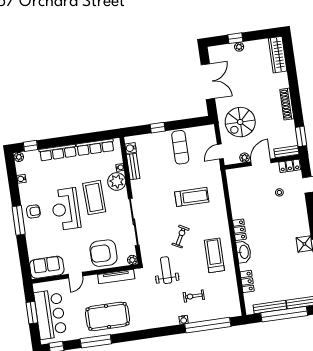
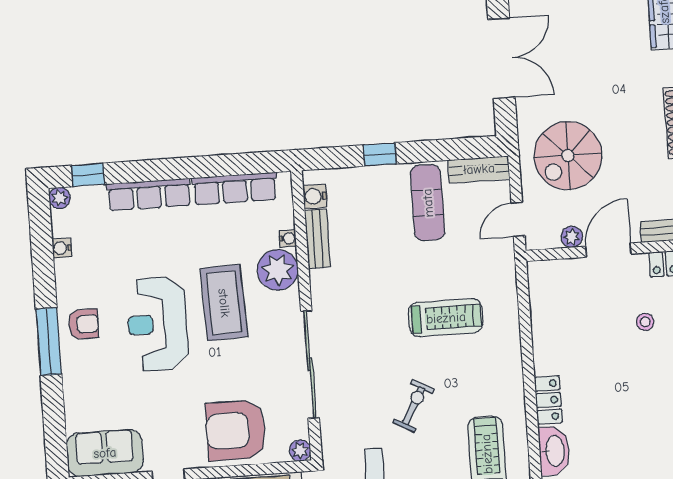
bench: (202, 131) -> (479, 169), added

